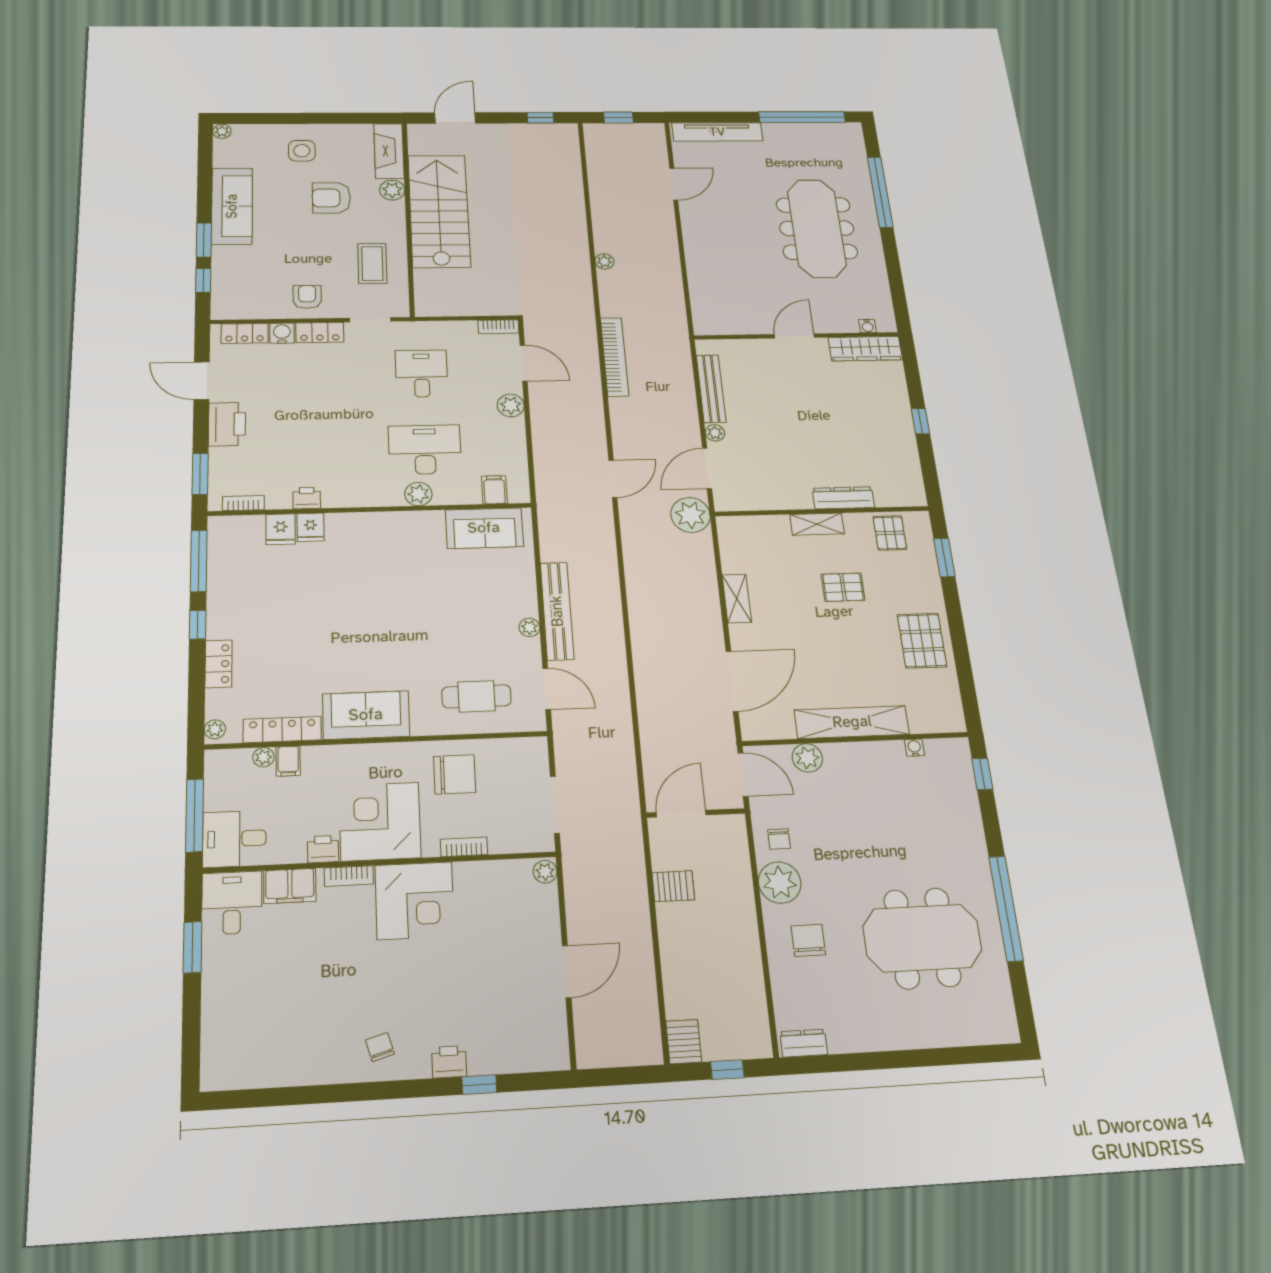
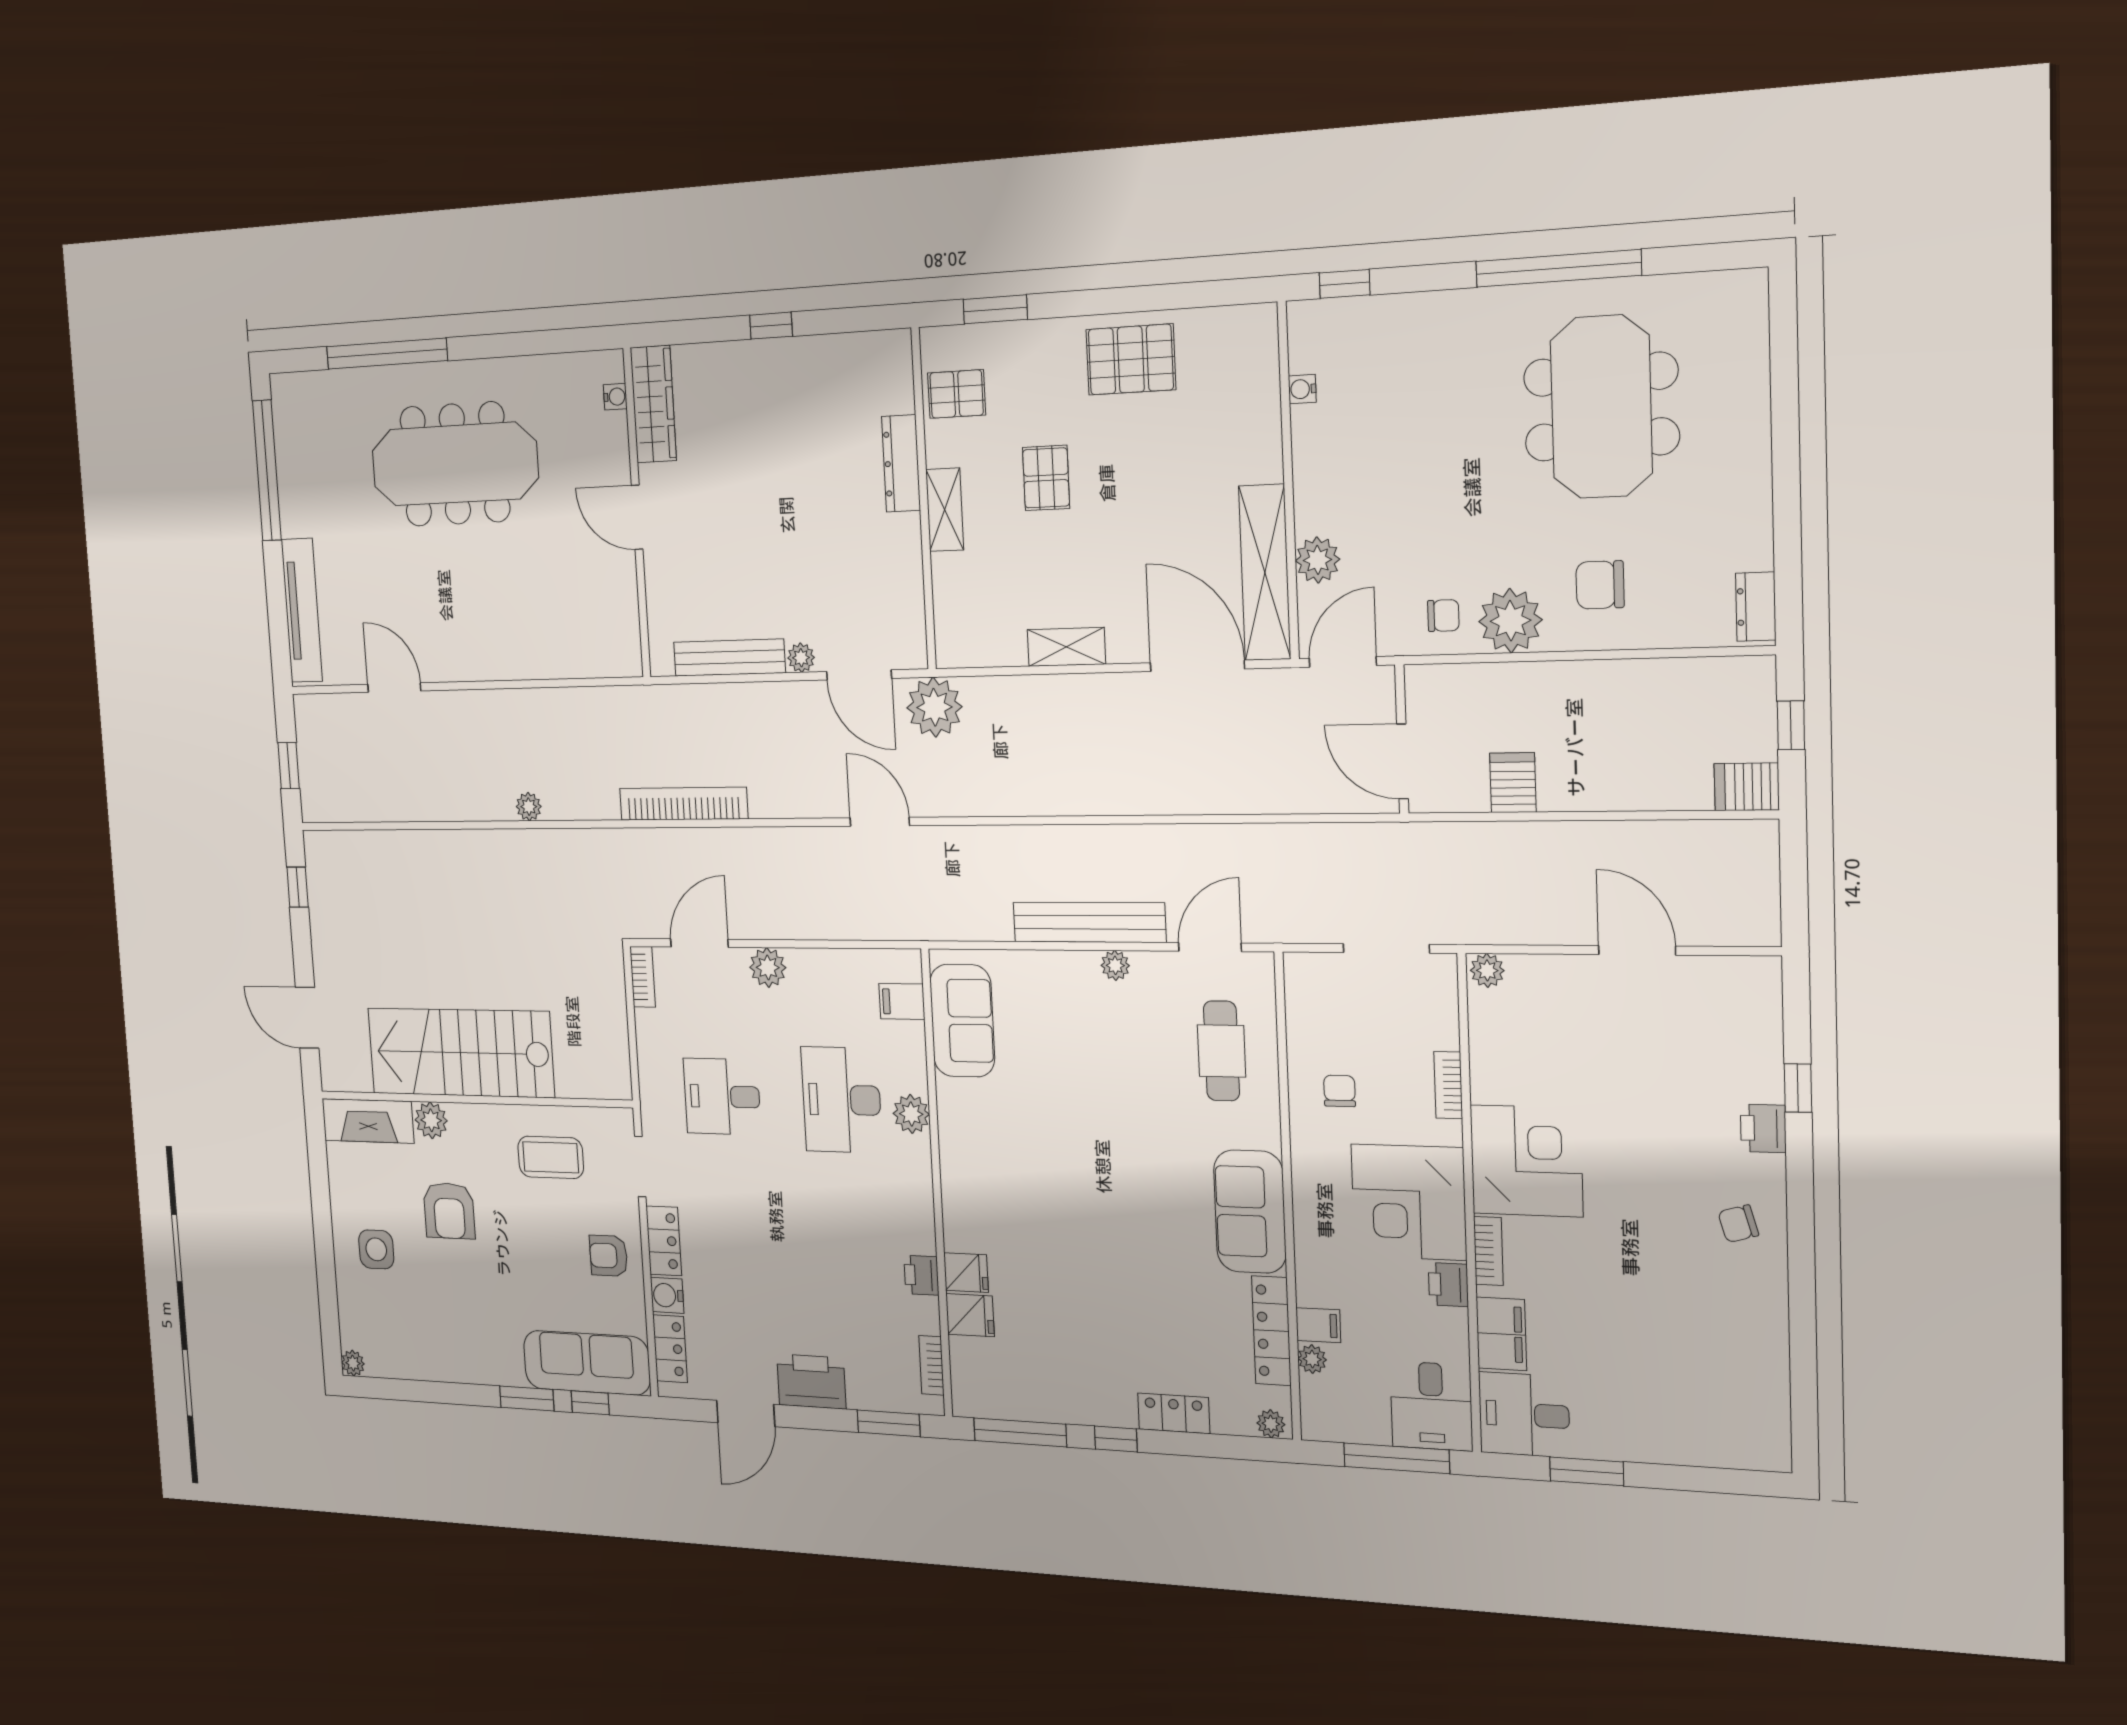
sofa: (232, 206) -> (587, 1363), moved
shelving: (852, 722) -> (1265, 573), moved
chair: (455, 774) -> (1340, 1091), width x0.54, depth x0.54

